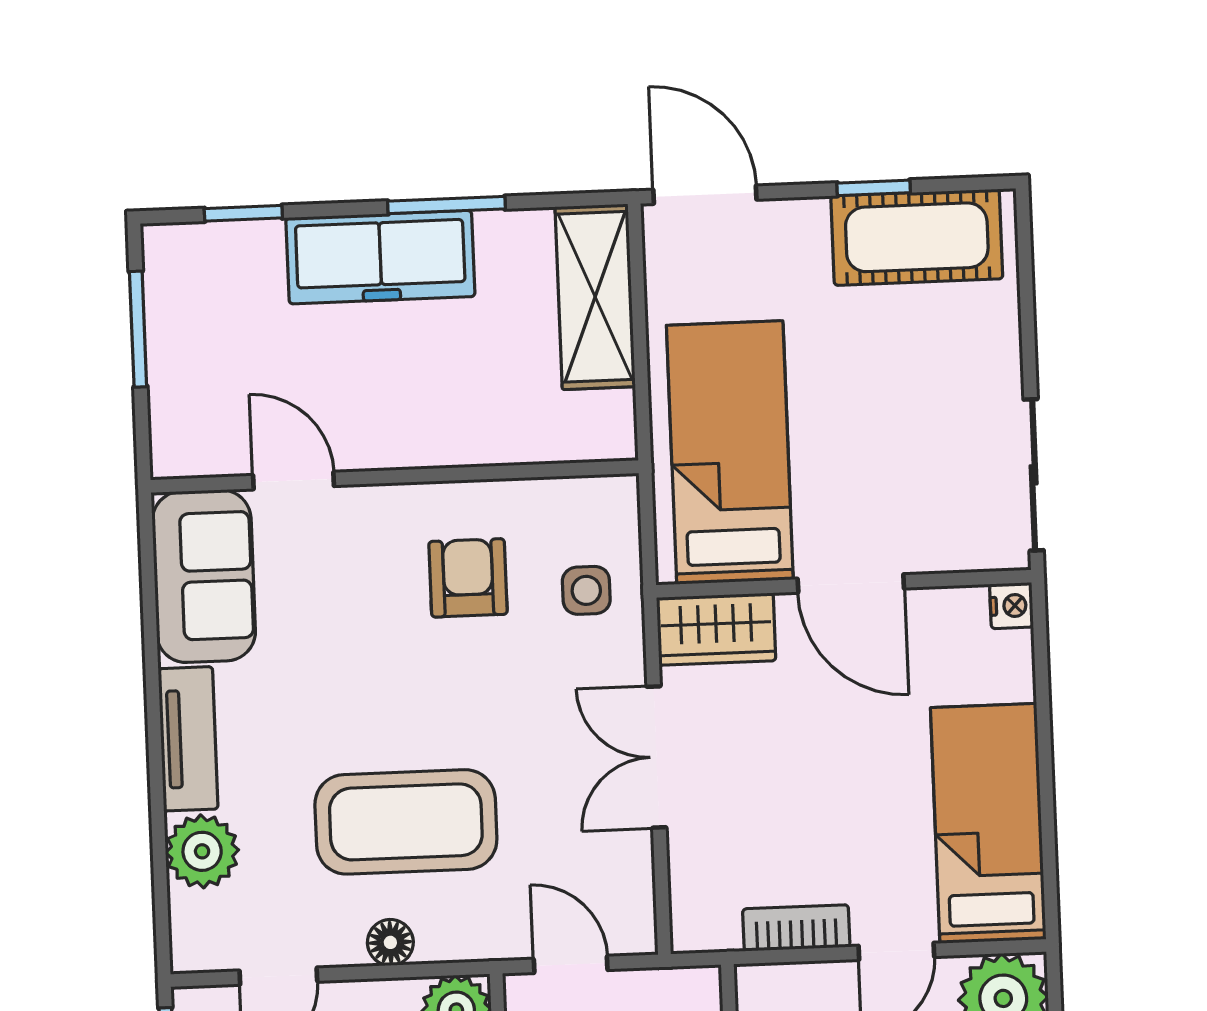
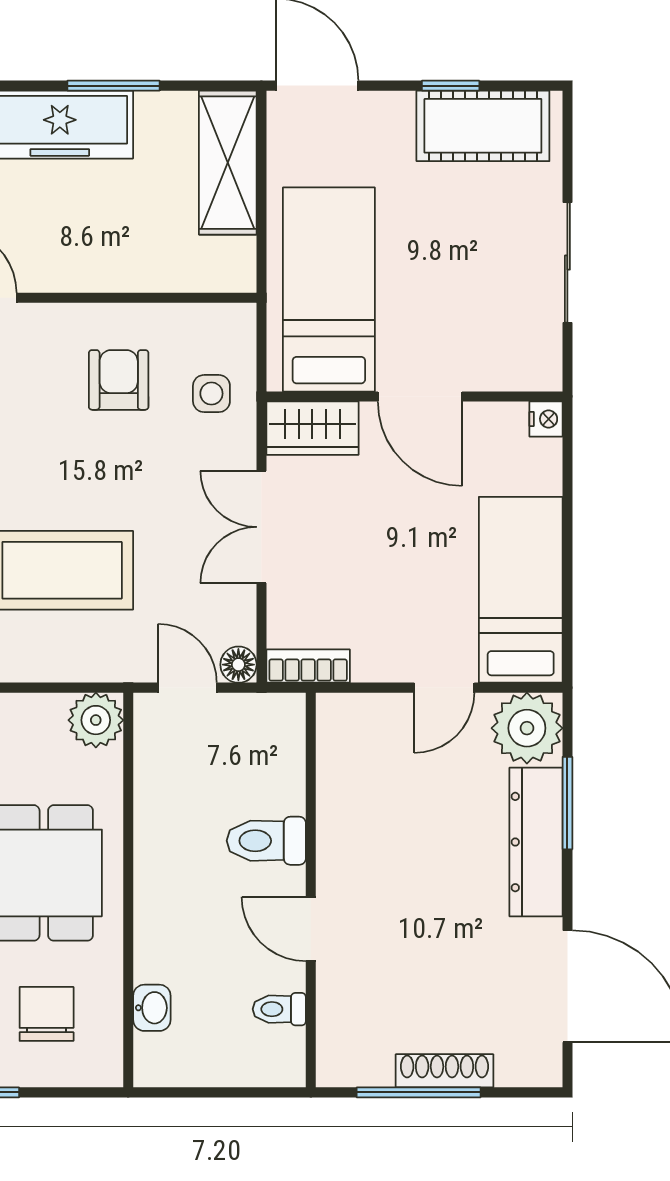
sliding door: (1034, 475) -> (567, 262), moved
bookcase: (796, 928) -> (308, 666), moved
floor lamp: (390, 942) -> (238, 665), moved

